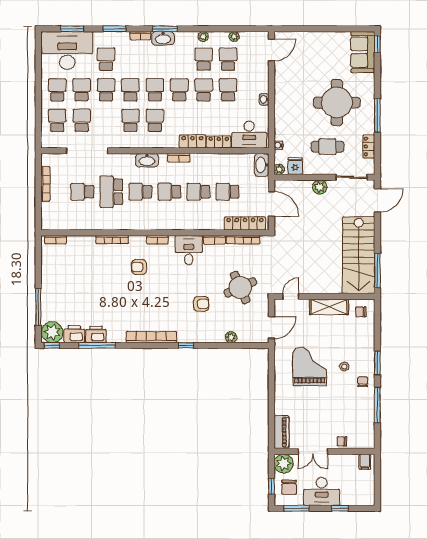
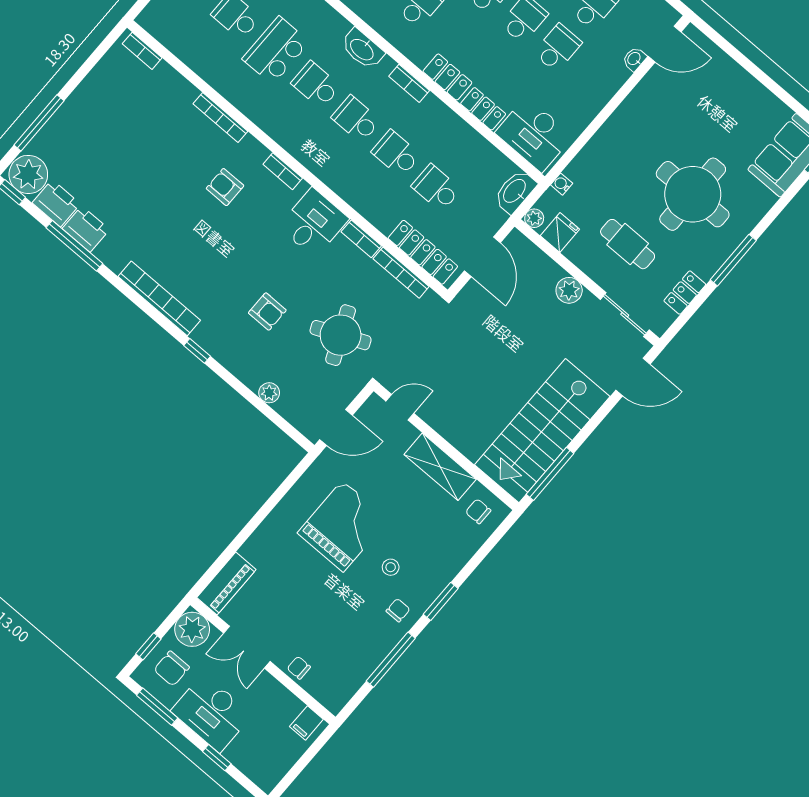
washbasin: (264, 99) -> (634, 59), moved

